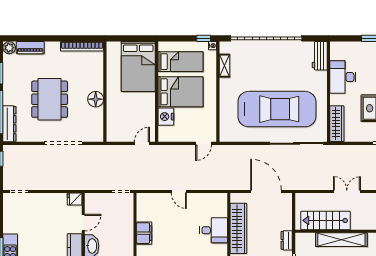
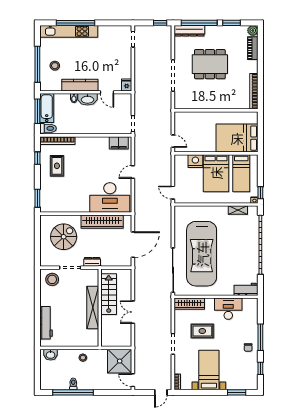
floor lamp: (96, 99) -> (210, 103), removed
double door: (347, 192) -> (133, 312), swing flipped
desk: (214, 230) -> (110, 197), width x1.87, depth x1.30
filing cabinet: (144, 233) -> (119, 143), moved

